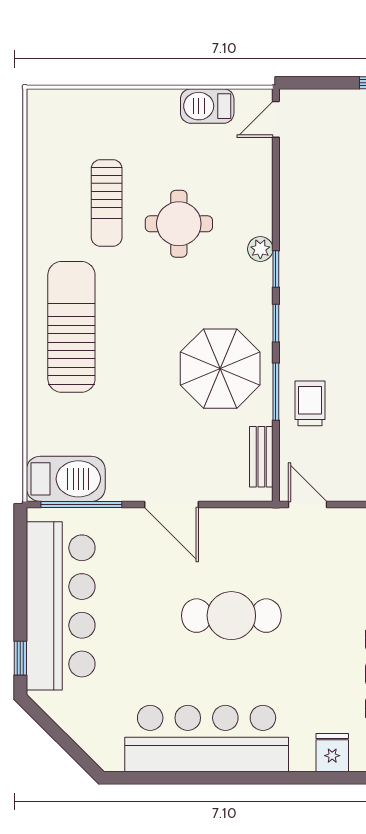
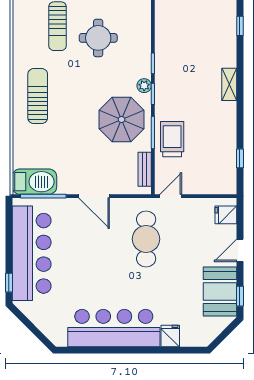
plant: (260, 249) -> (144, 86), moved
sun lounger: (71, 327) -> (38, 96), width x0.73, depth x0.75
trolley: (310, 403) -> (172, 139), width x1.36, depth x1.39
door: (308, 505) -> (171, 196), hinge flipped
cafe table: (231, 616) -> (146, 239), moved, turned 90
fridge: (332, 753) -> (170, 336), moved

